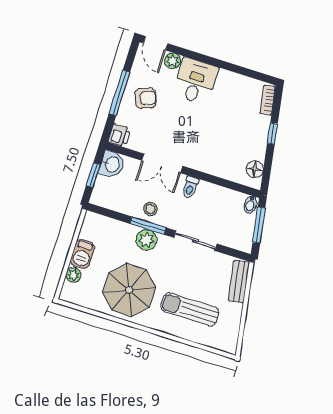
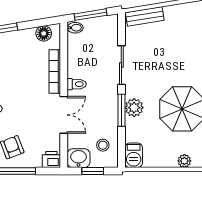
bookcase: (211, 168) -> (55, 71), added
stool: (151, 209) -> (103, 145), moved
barbecue: (82, 254) -> (134, 155), moved, turned 90
sun lounger: (190, 309) -> (182, 51), removed

